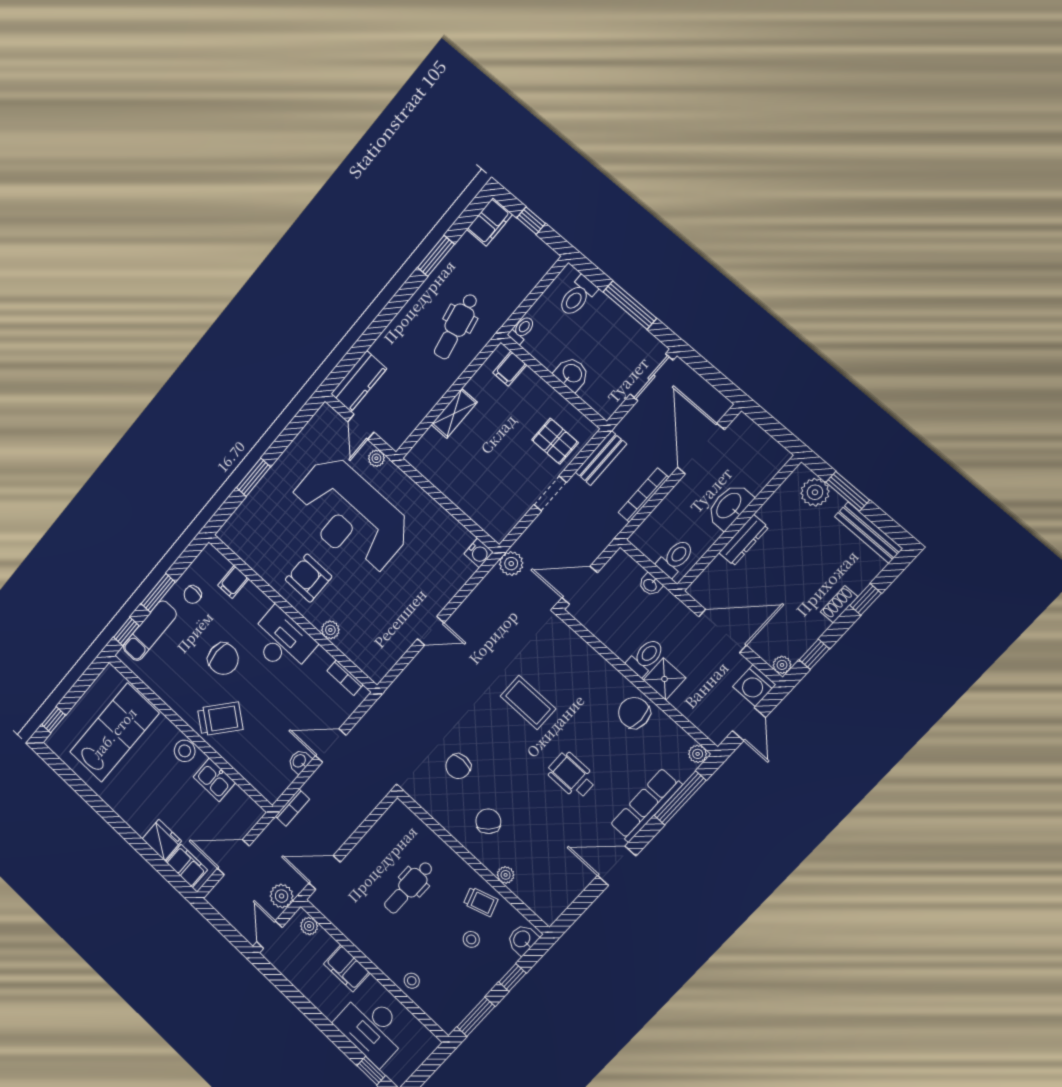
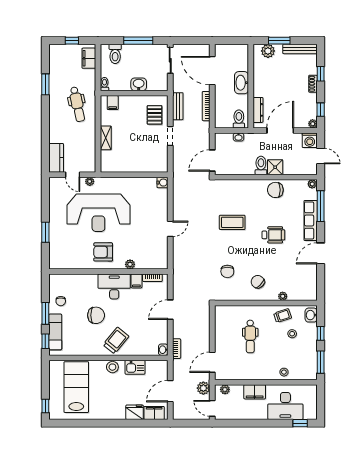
filing cabinet: (489, 222) -> (89, 58), moved, turned 180
pallet: (555, 441) -> (155, 115), turned 90
dresser: (744, 540) -> (258, 110), moved
plant: (511, 564) -> (179, 175), removed
filing cabinet: (233, 582) -> (136, 281), moved
washbasin: (300, 761) -> (163, 350), moved
wheelchair: (572, 775) -> (273, 235), turned 180

